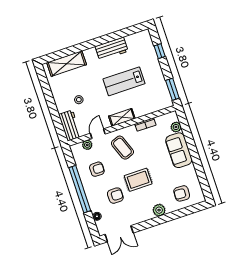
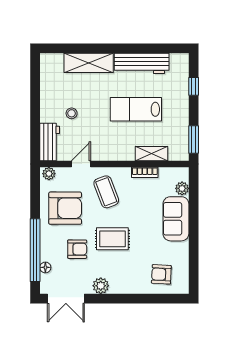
workbench: (112, 49) -> (142, 63), width x1.38
shelving: (67, 64) -> (89, 63), moved
shelving: (122, 117) -> (151, 154), moved
plant: (87, 145) -> (49, 174), moved
armchair: (97, 169) -> (65, 208), width x1.88, depth x1.88
window: (80, 189) -> (35, 250), moved
plant: (159, 210) -> (101, 286), moved

